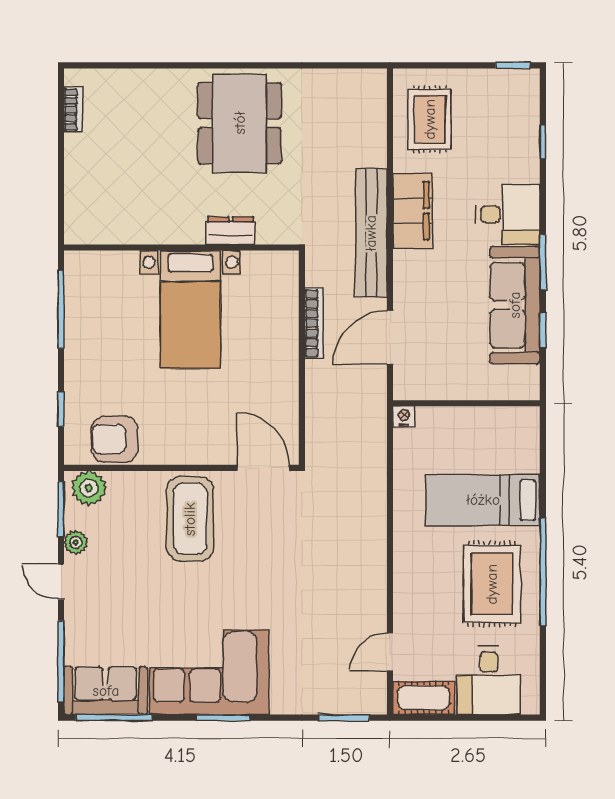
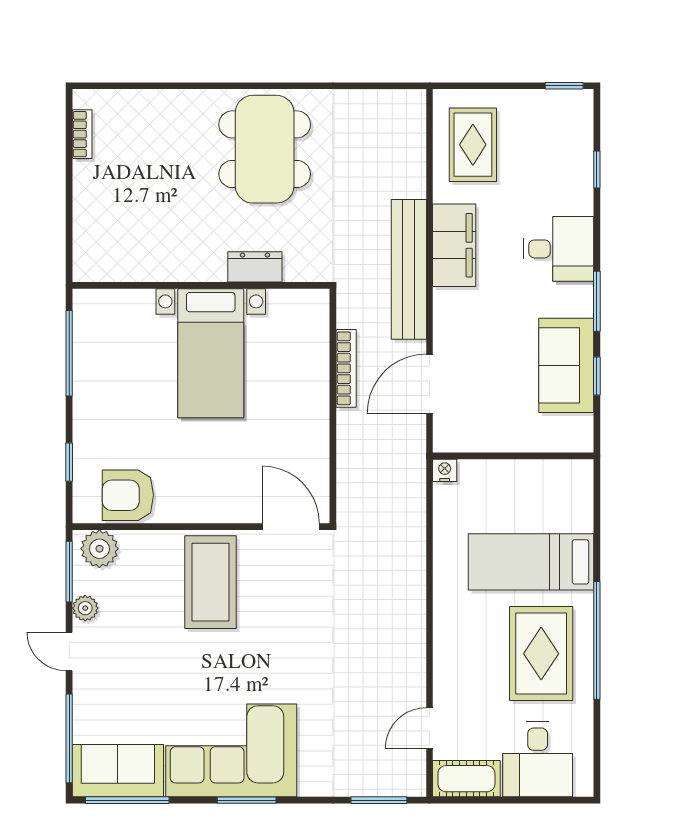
sofa: (515, 305) -> (566, 365), width x0.73

